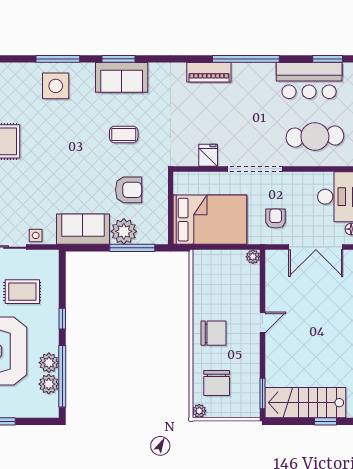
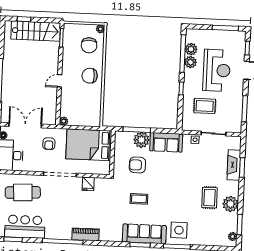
sofa: (122, 77) -> (144, 234), width x1.36
chair: (217, 383) -> (89, 45), turned 180

